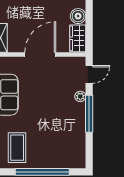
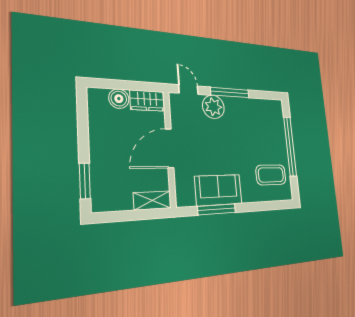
door: (40, 54) -> (170, 148), hinge flipped
plant: (80, 96) -> (213, 107), width x1.87, depth x1.87

